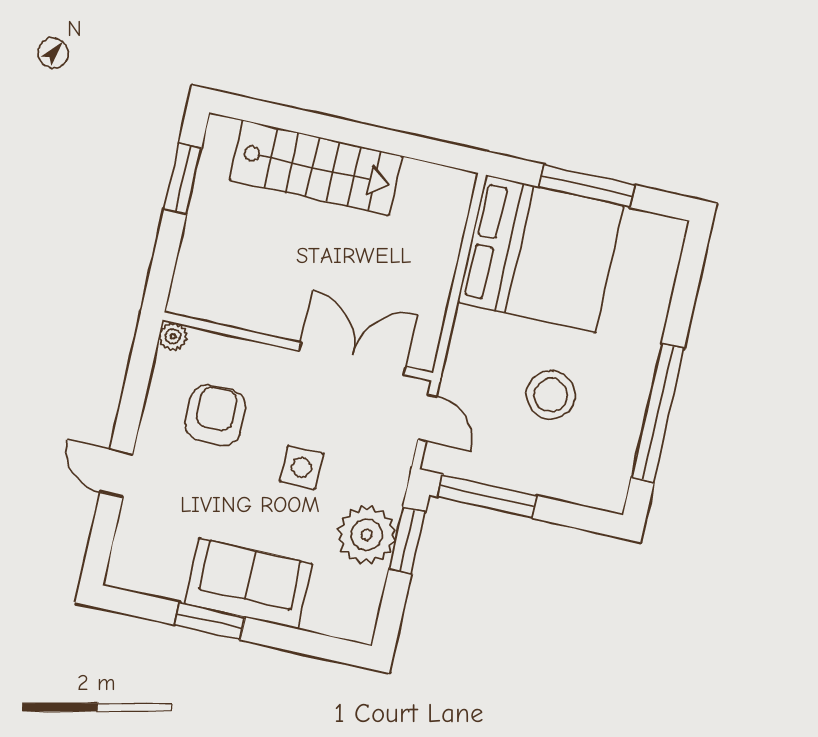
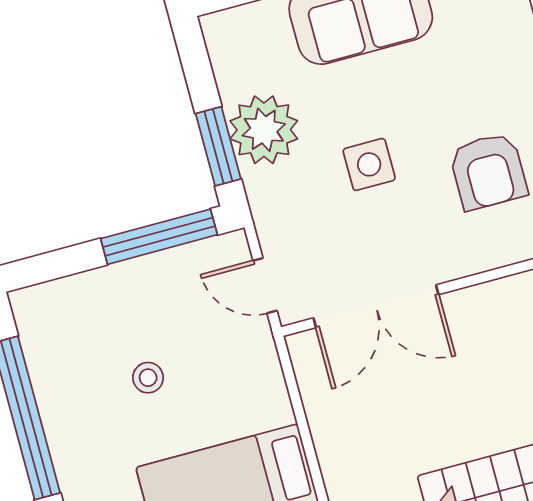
stool: (551, 395) -> (148, 378), width x0.53, depth x0.53

